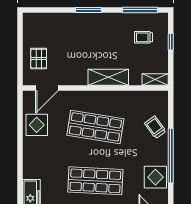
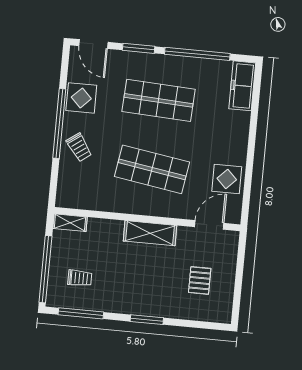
window: (171, 42) -> (45, 269), width x3.17
pallet: (39, 59) -> (200, 280), moved
shelving: (108, 77) -> (150, 233), moved
trolley: (155, 127) -> (79, 147), moved

